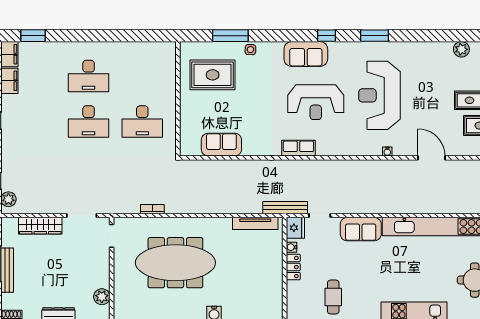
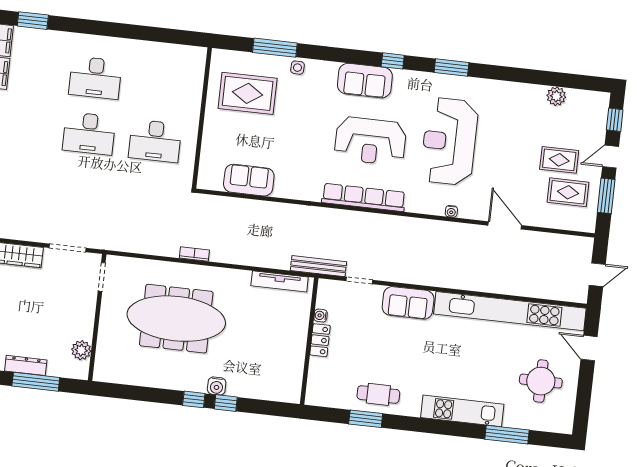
row of seats: (298, 148) -> (364, 197), width x2.02
bookcase: (152, 209) -> (194, 254), moved
fridge: (295, 228) -> (328, 292), removed
cafe table: (333, 297) -> (378, 394), moved, turned 90

